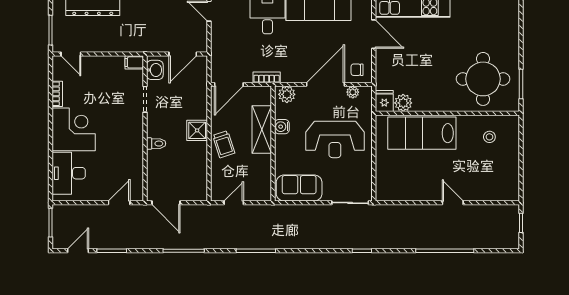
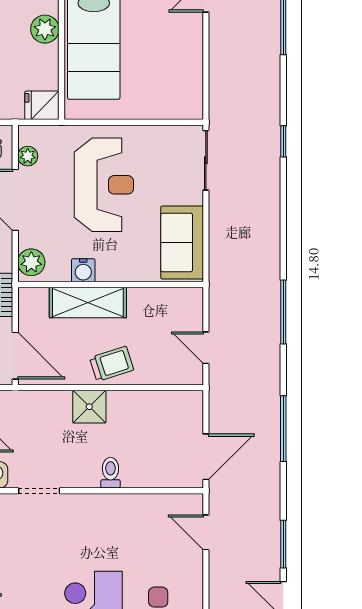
plant: (403, 103) -> (45, 29), moved

